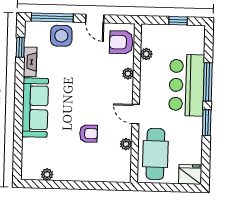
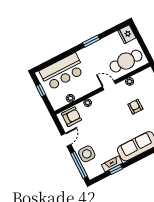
armchair: (121, 42) -> (71, 117), turned -90
window: (20, 47) -> (116, 169), moved
window: (208, 82) -> (67, 53), removed
bar counter: (187, 85) -> (62, 72), moved
door: (136, 114) -> (109, 85), swing flipped

